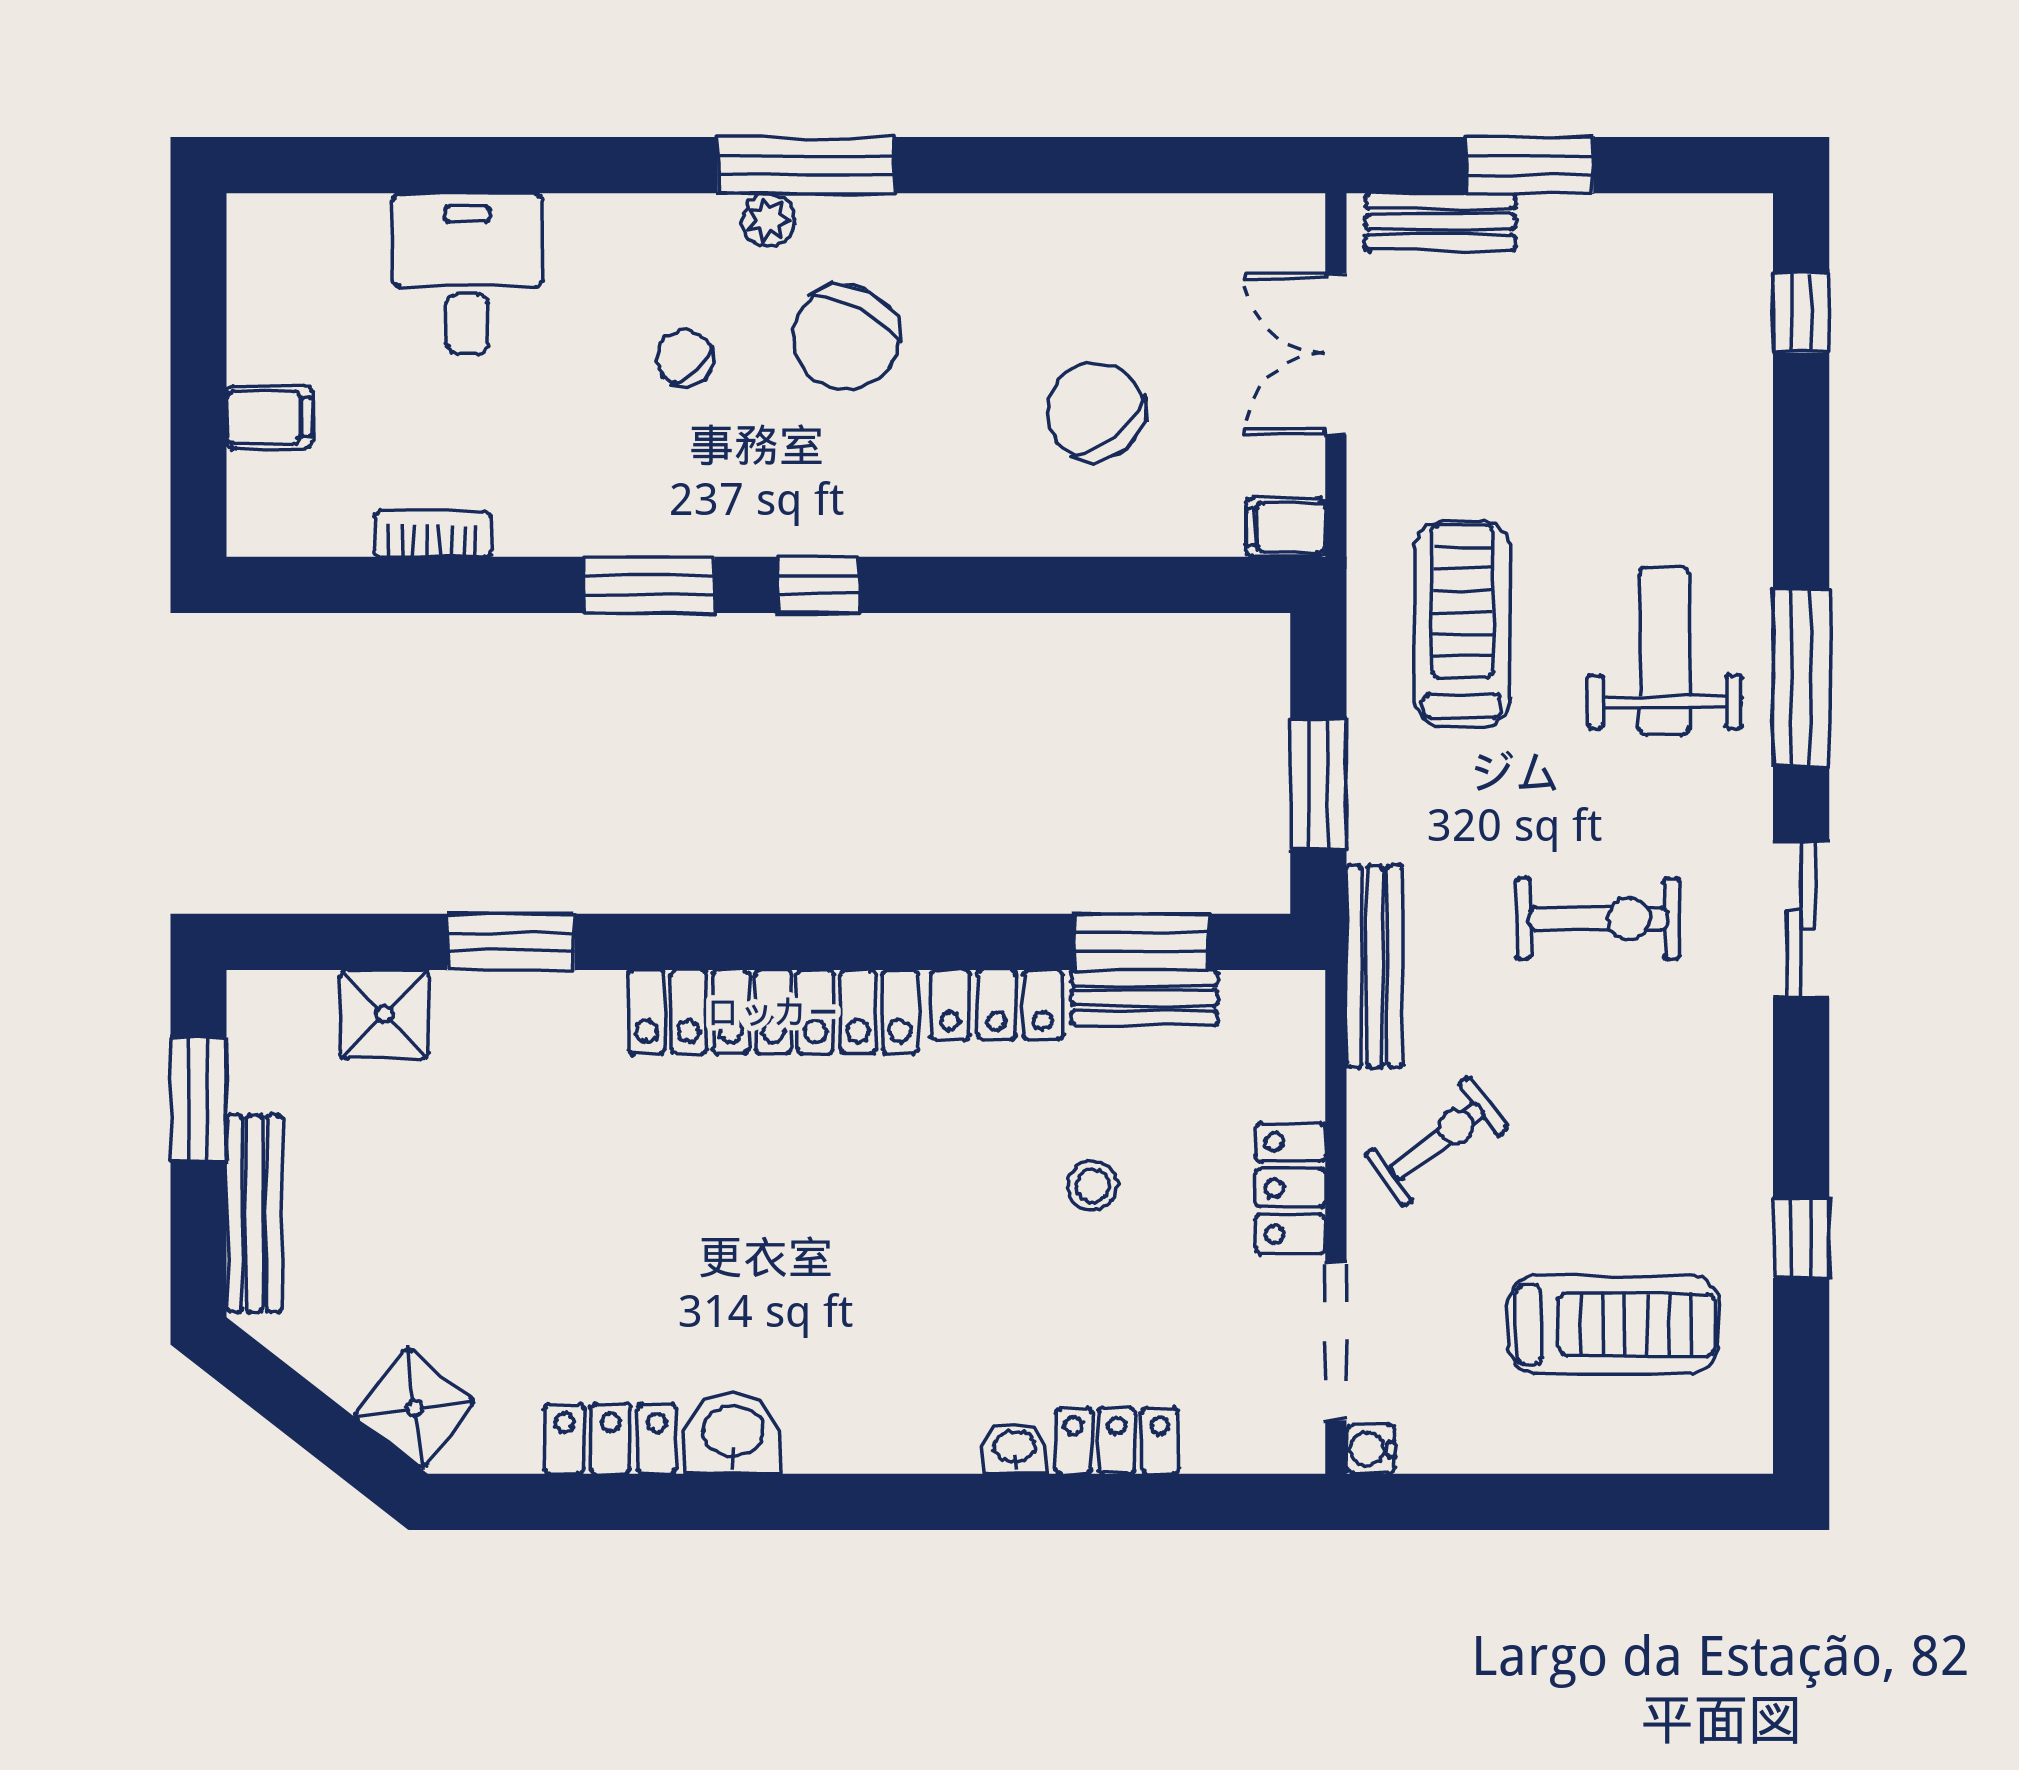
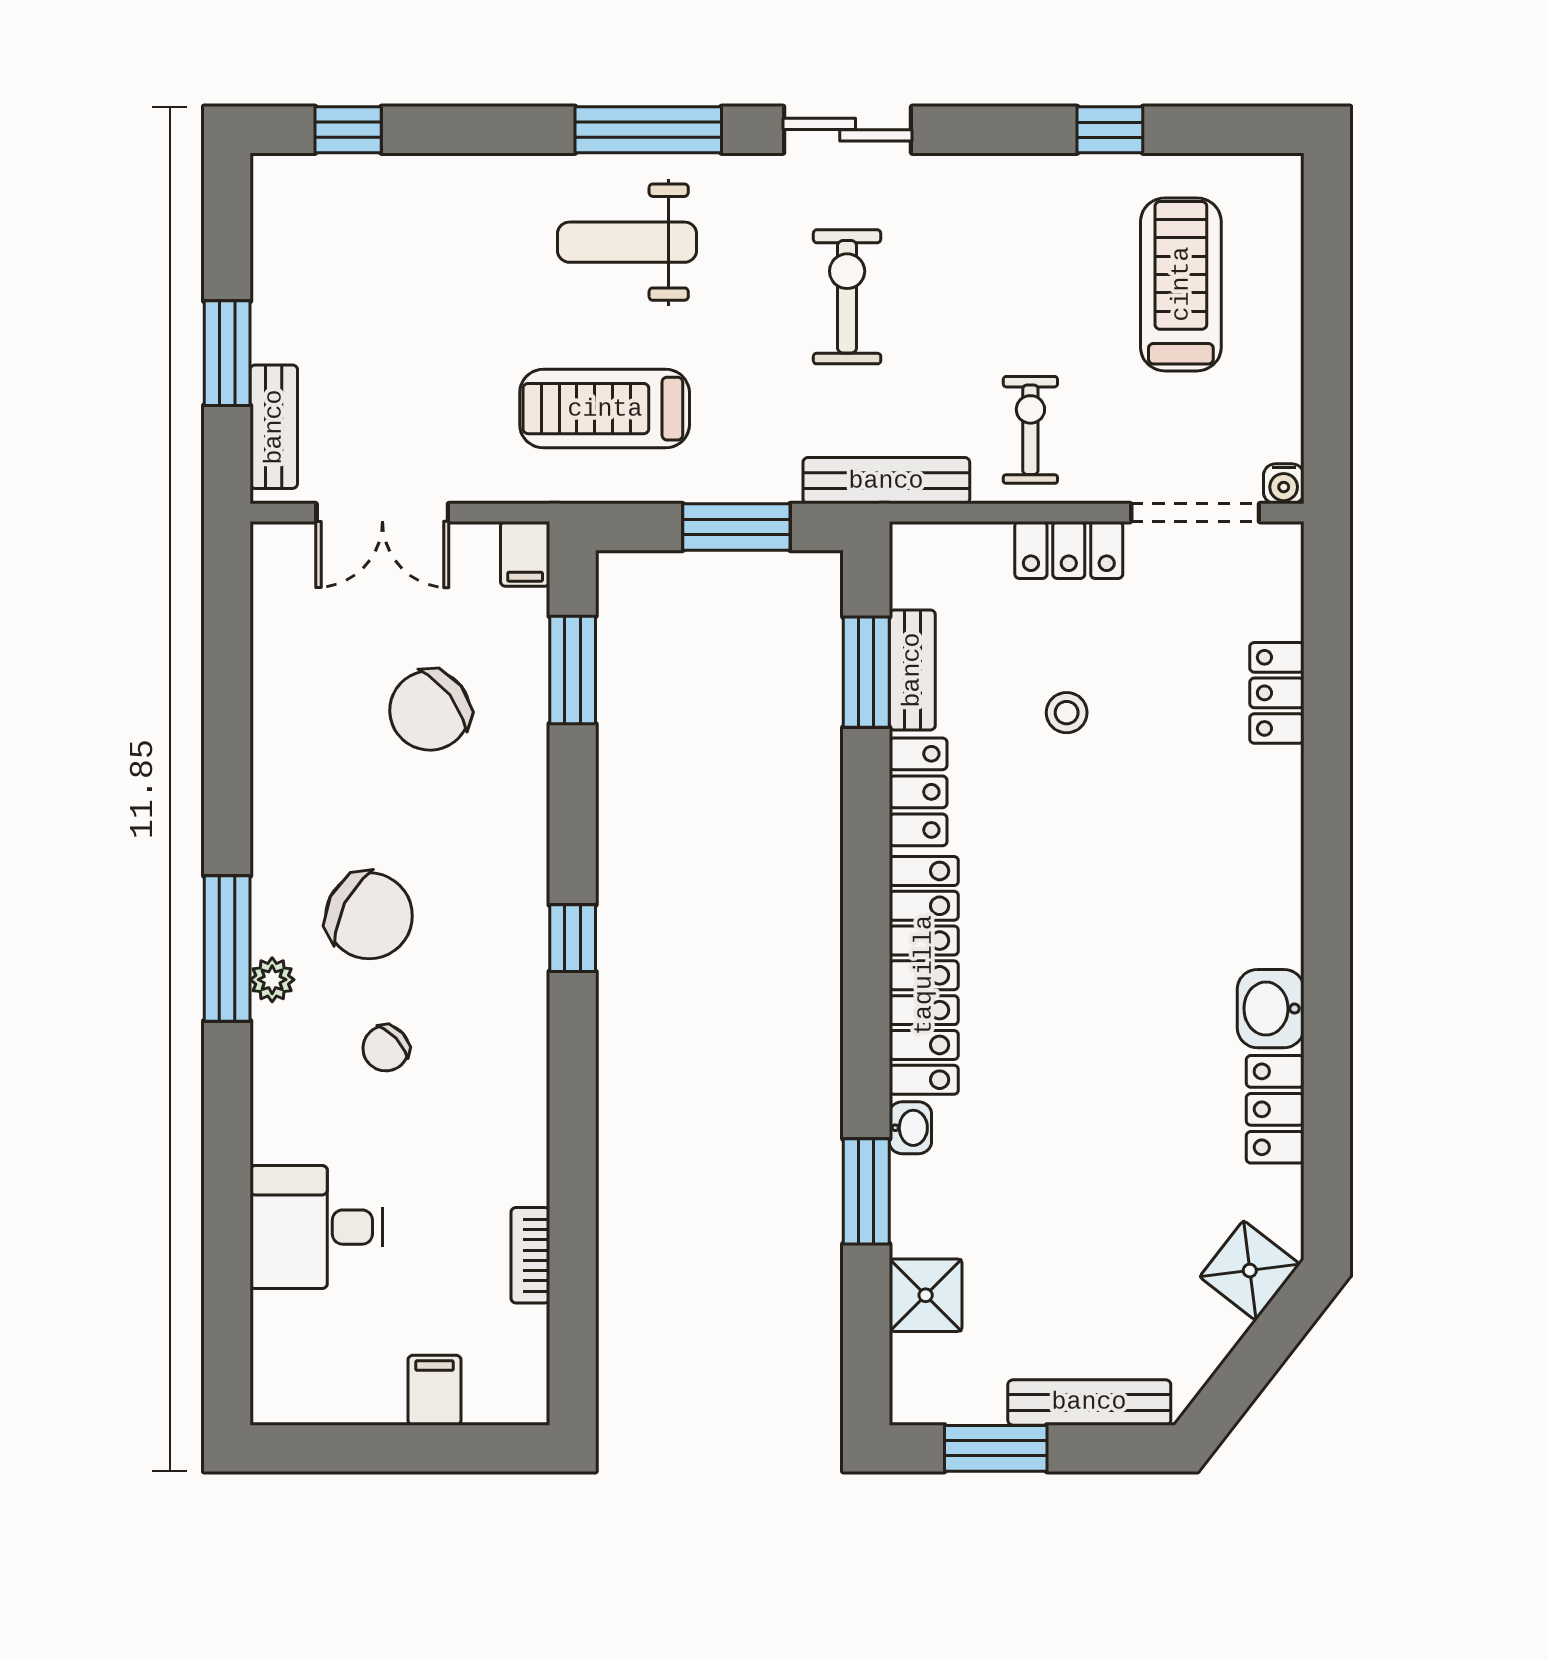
window: (649, 585) -> (573, 670), moved
exercise bike: (1436, 1141) -> (1030, 430), turned 37
washbasin: (1015, 1448) -> (910, 1128), moved, turned 180

